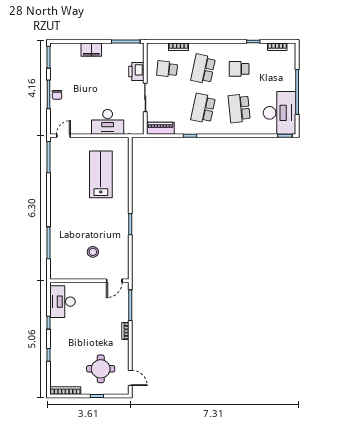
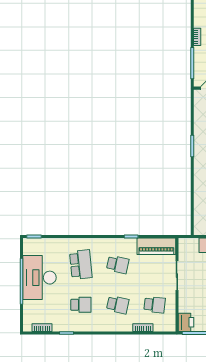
school desk: (203, 69) -> (118, 305), width x0.54
printer: (136, 72) -> (186, 322), moved
school desk: (203, 108) -> (118, 265), width x0.54
desk: (280, 113) -> (40, 278), moved
piano: (160, 128) -> (156, 246), width x1.37, depth x1.33

